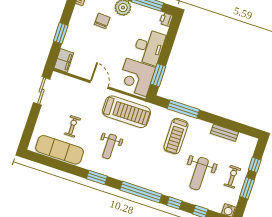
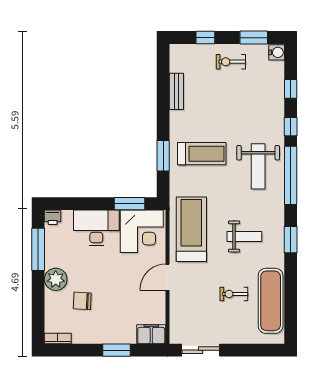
window: (183, 109) -> (163, 156), width x0.69
weight bench: (199, 174) -> (258, 166), moved, turned 90
window: (247, 188) -> (254, 38), moved

